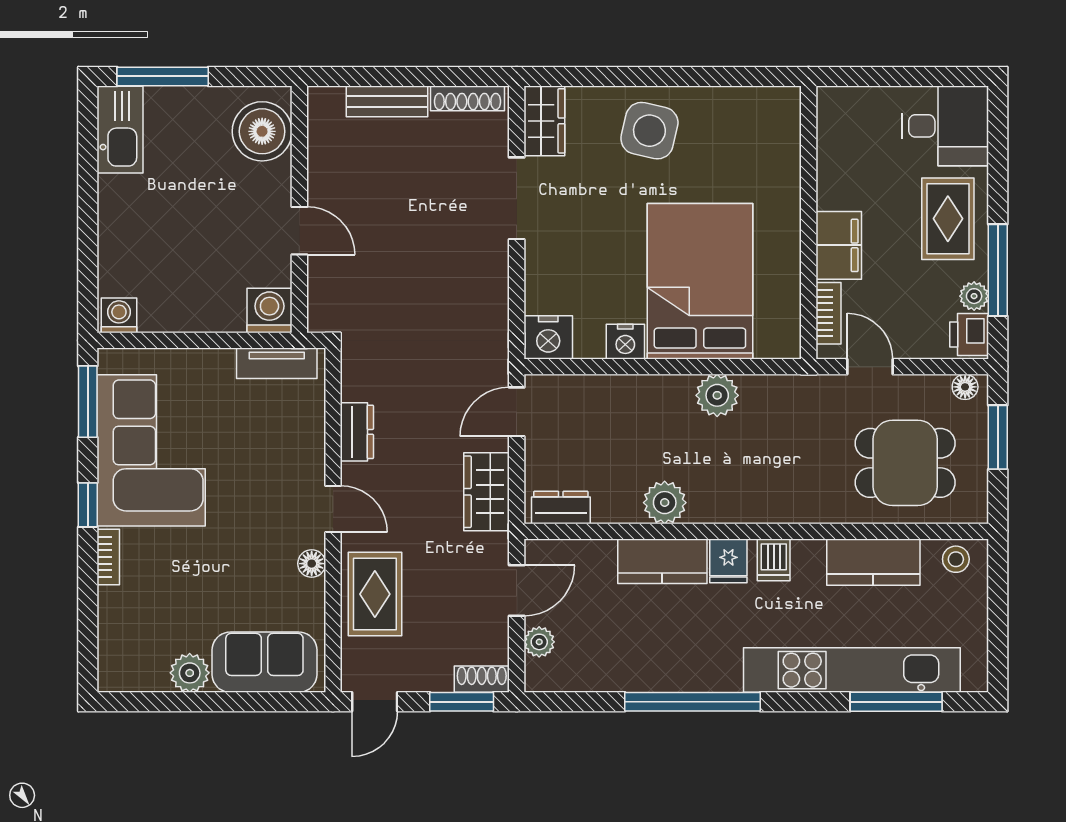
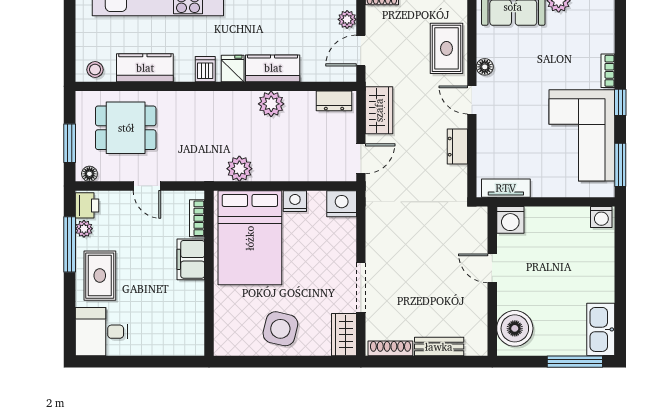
wall: (809, 222) -> (209, 273), moved
filing cabinet: (839, 245) -> (191, 259), moved
bookcase: (828, 313) -> (197, 218), moved

